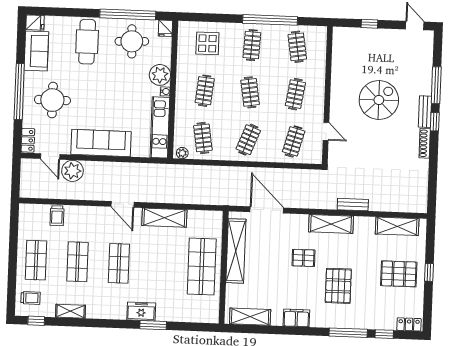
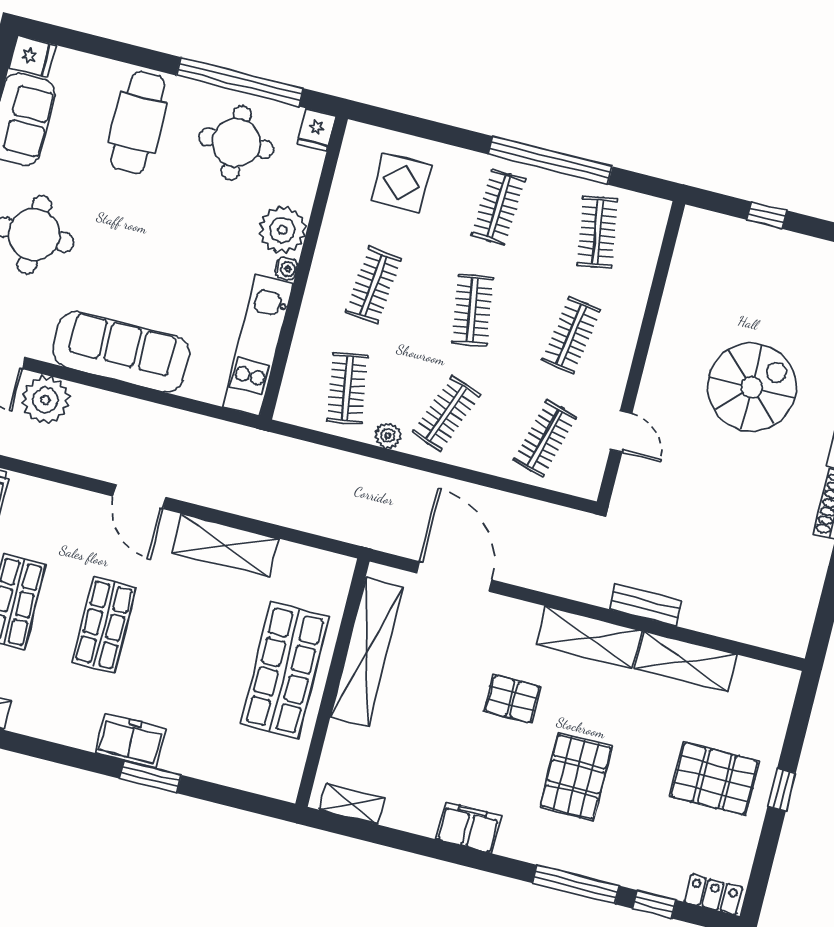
plant: (182, 153) -> (388, 435), moved
shelving: (397, 226) -> (686, 661), moved
shelving: (250, 317) -> (352, 804), width x0.67, depth x0.75

